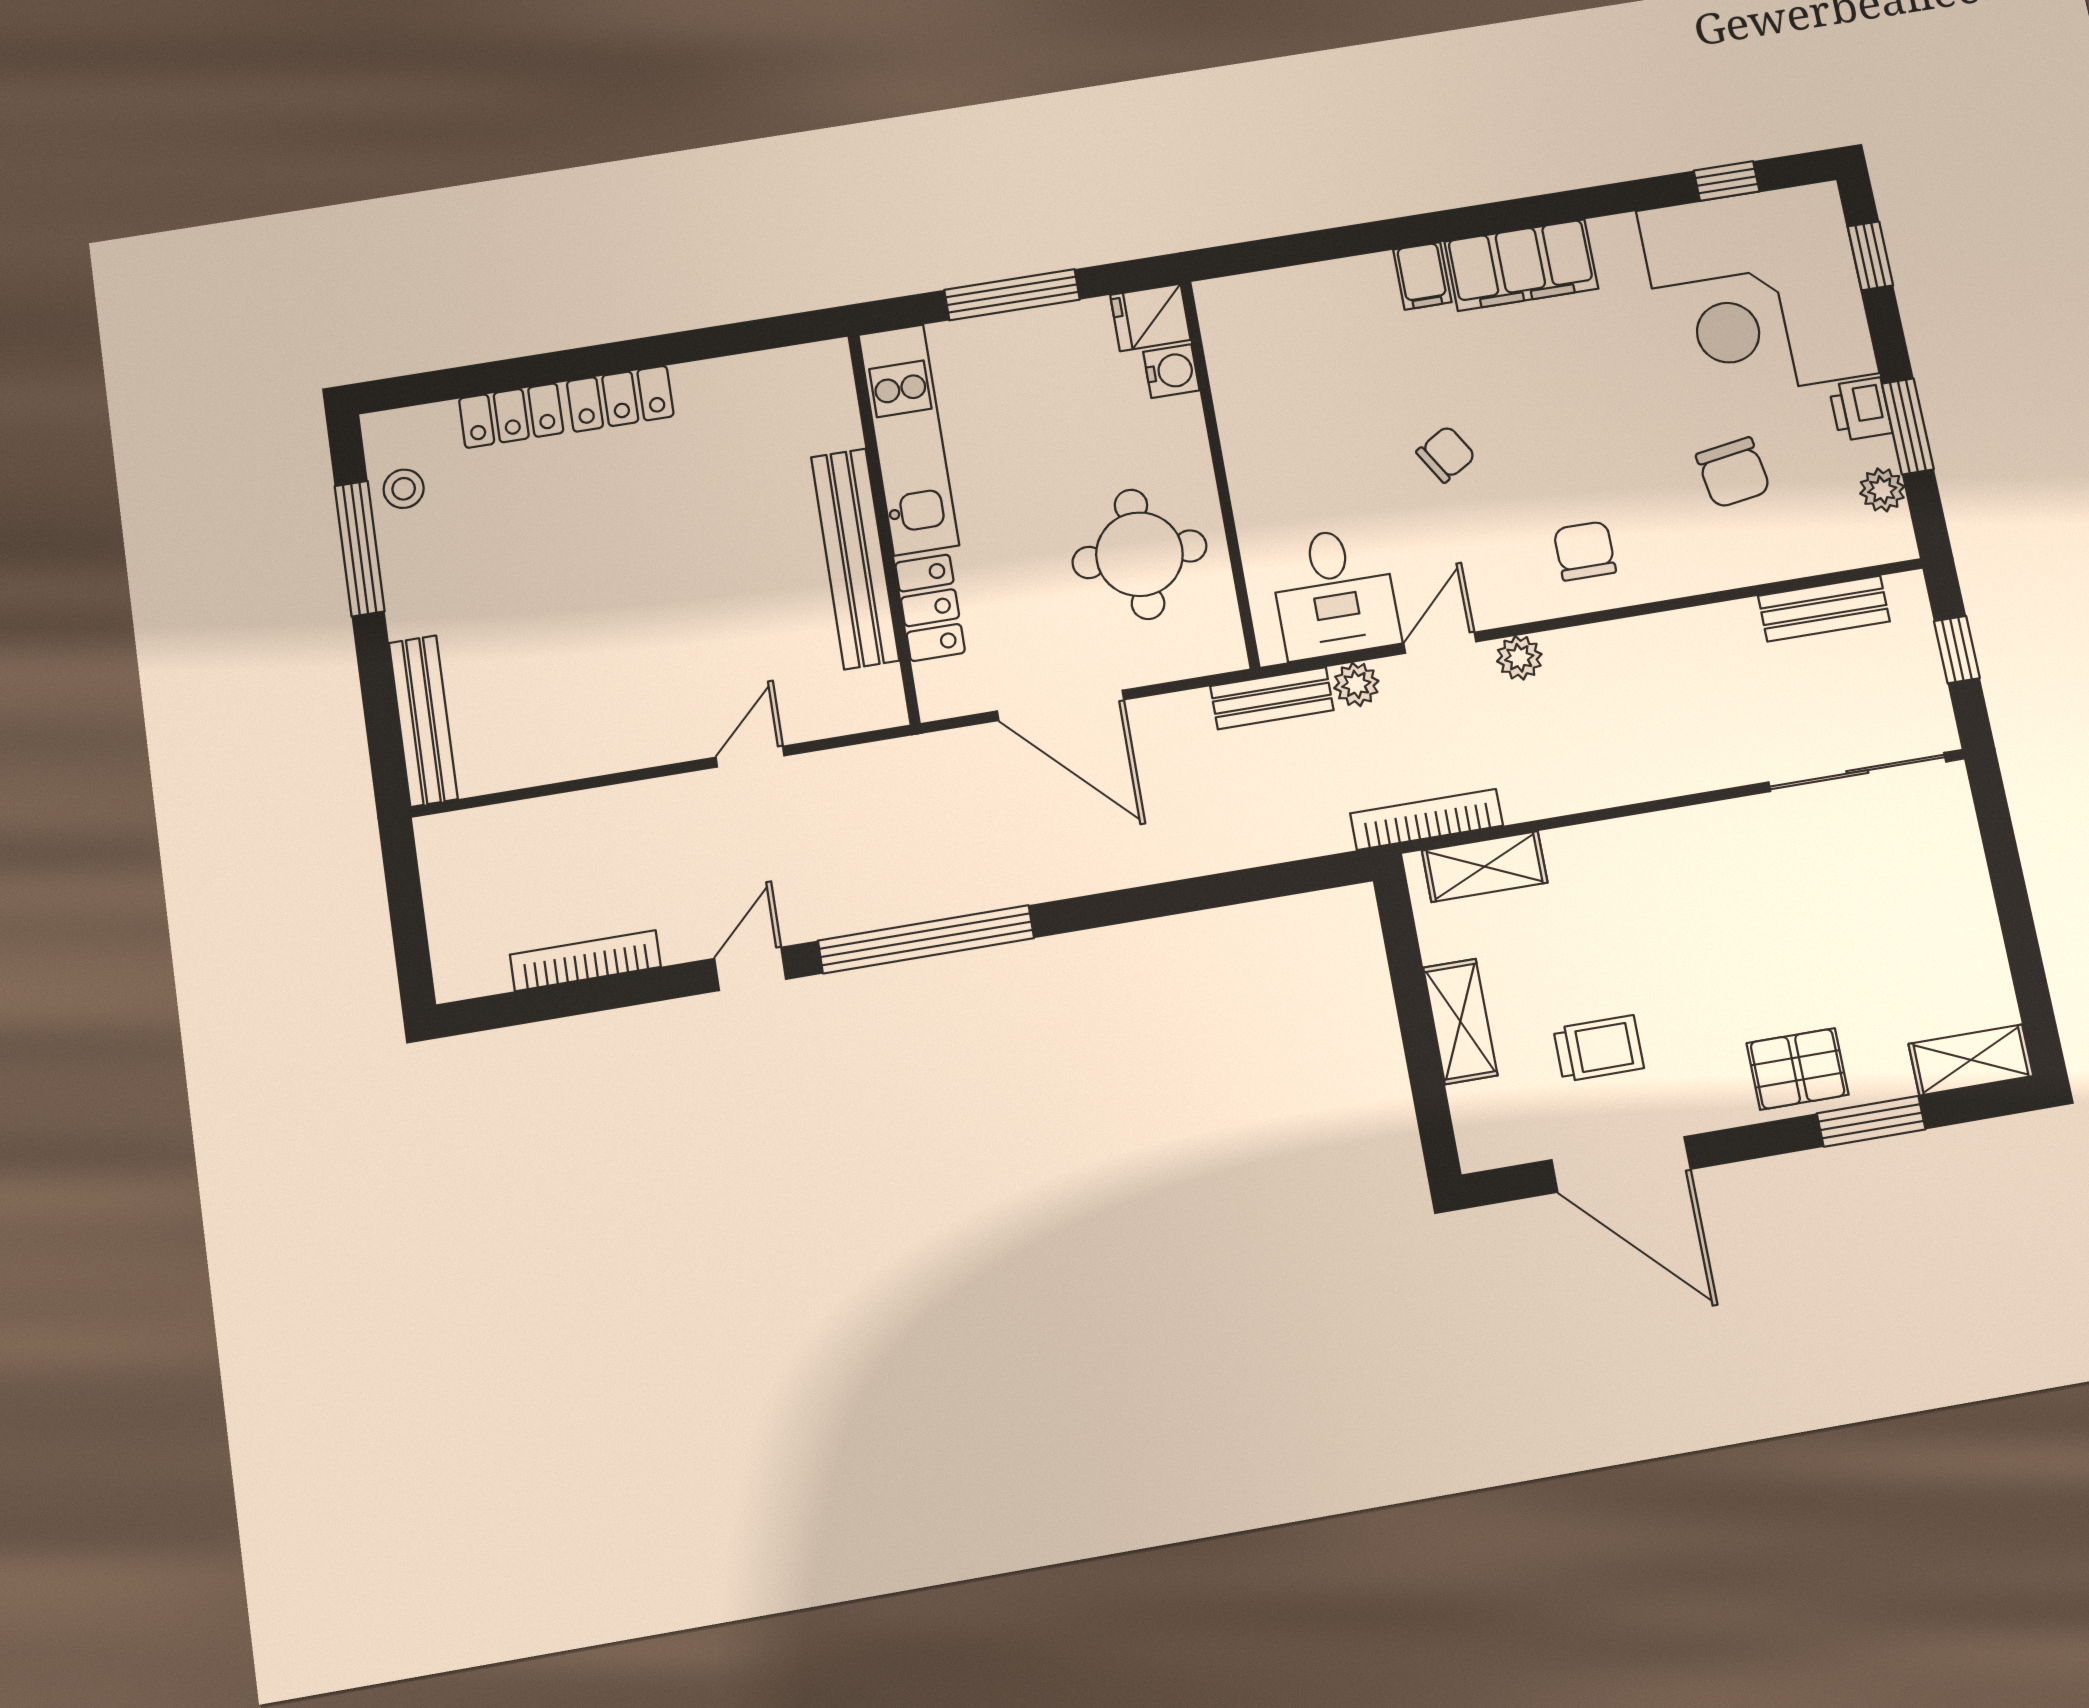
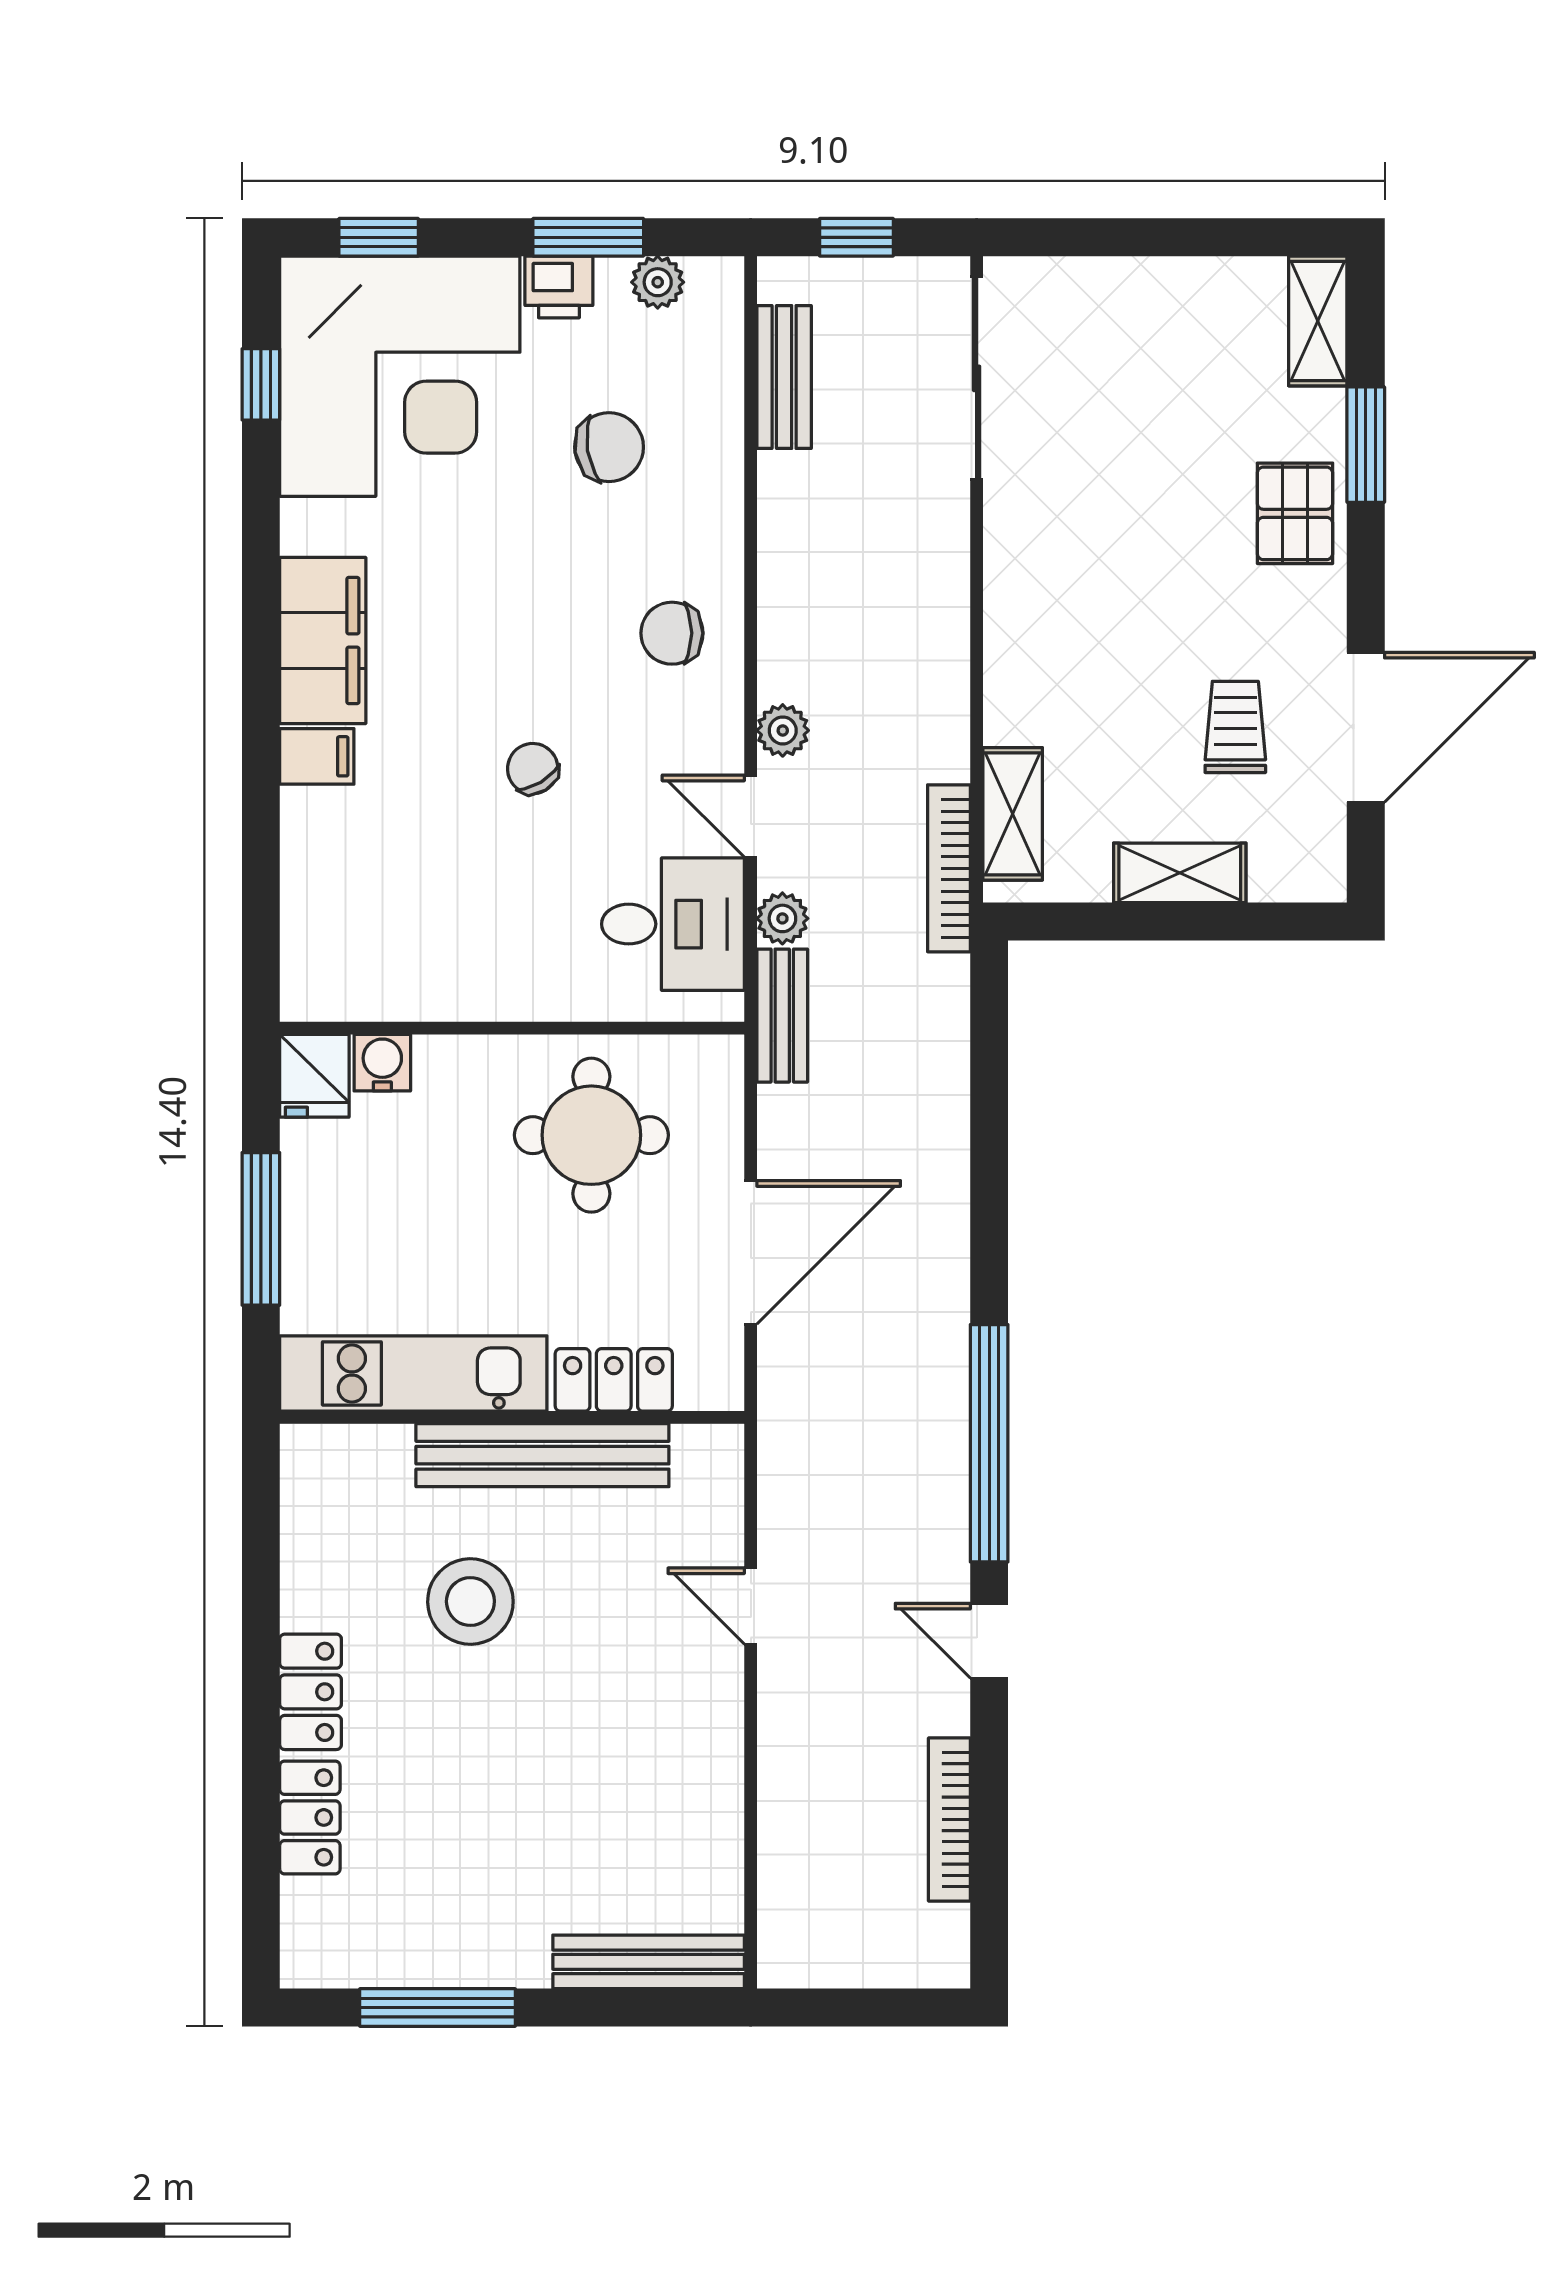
stool: (404, 489) -> (470, 1601), moved, width x1.89, depth x1.89

